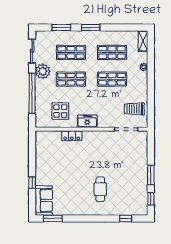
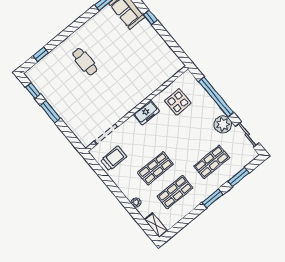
shop shelf: (71, 79) -> (192, 138), removed
locker: (72, 136) -> (149, 88), removed

